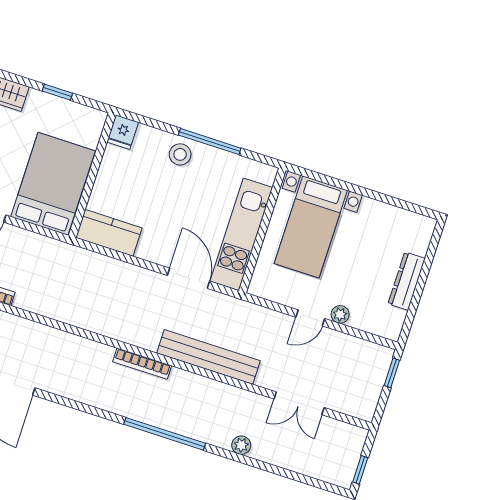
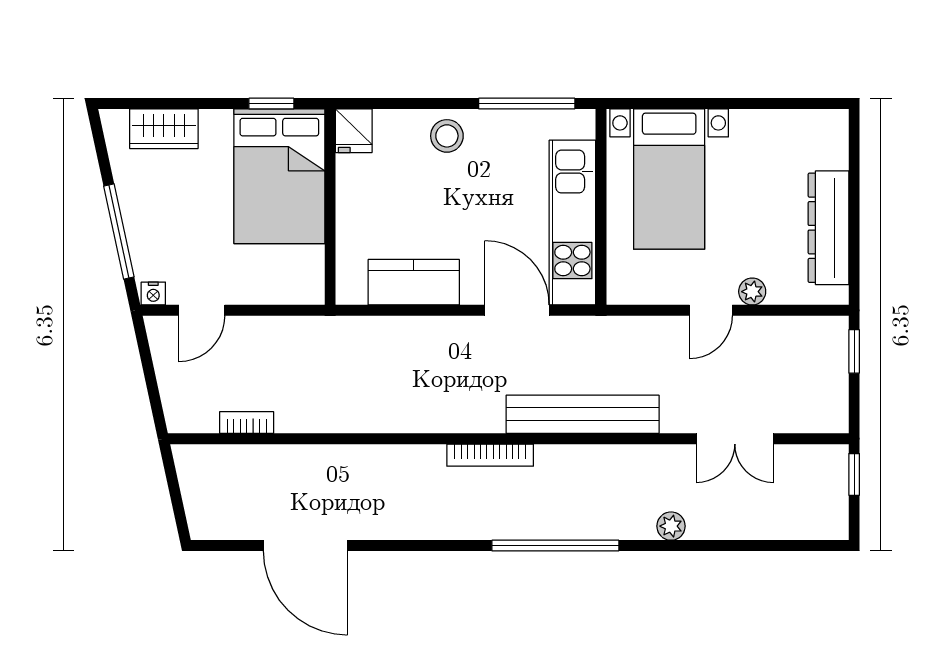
window: (57, 92) -> (271, 104), moved
window: (210, 142) -> (527, 104), moved
bed: (53, 184) -> (279, 176), moved, turned 180
kitchen counter: (109, 233) -> (414, 282), moved
dresser: (407, 281) -> (828, 228), width x1.37, depth x1.24
window: (360, 470) -> (854, 474), moved

